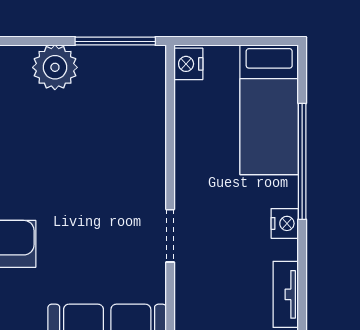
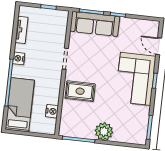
nightstand: (188, 64) -> (52, 111), moved
rug: (125, 160) -> (80, 91), added

